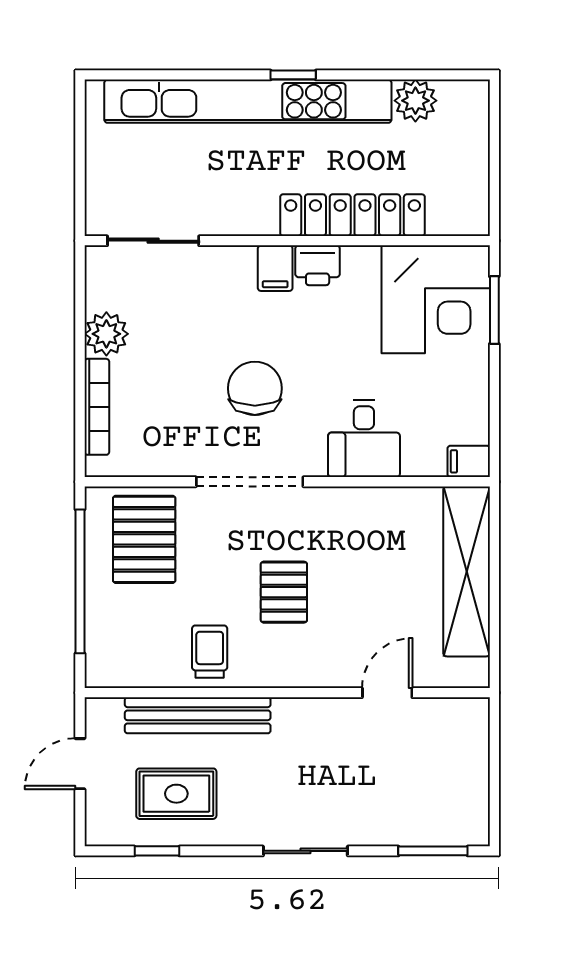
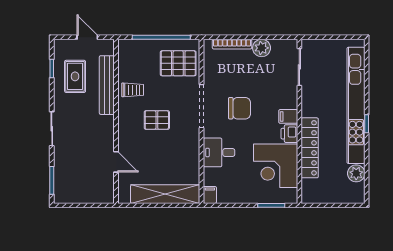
corner desk: (436, 299) -> (276, 166), moved

